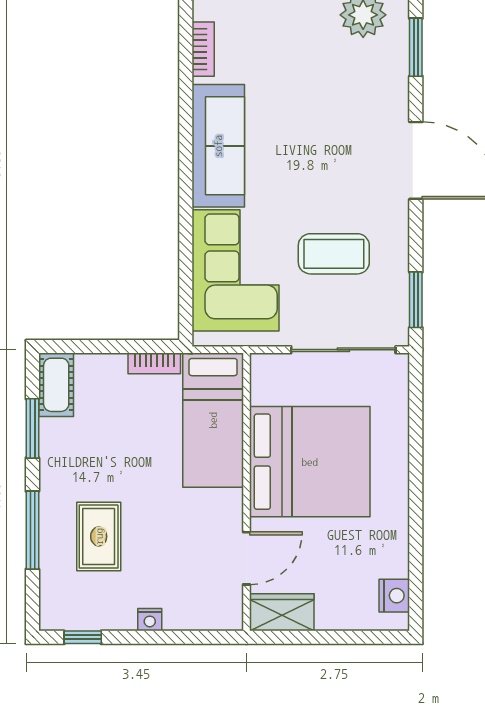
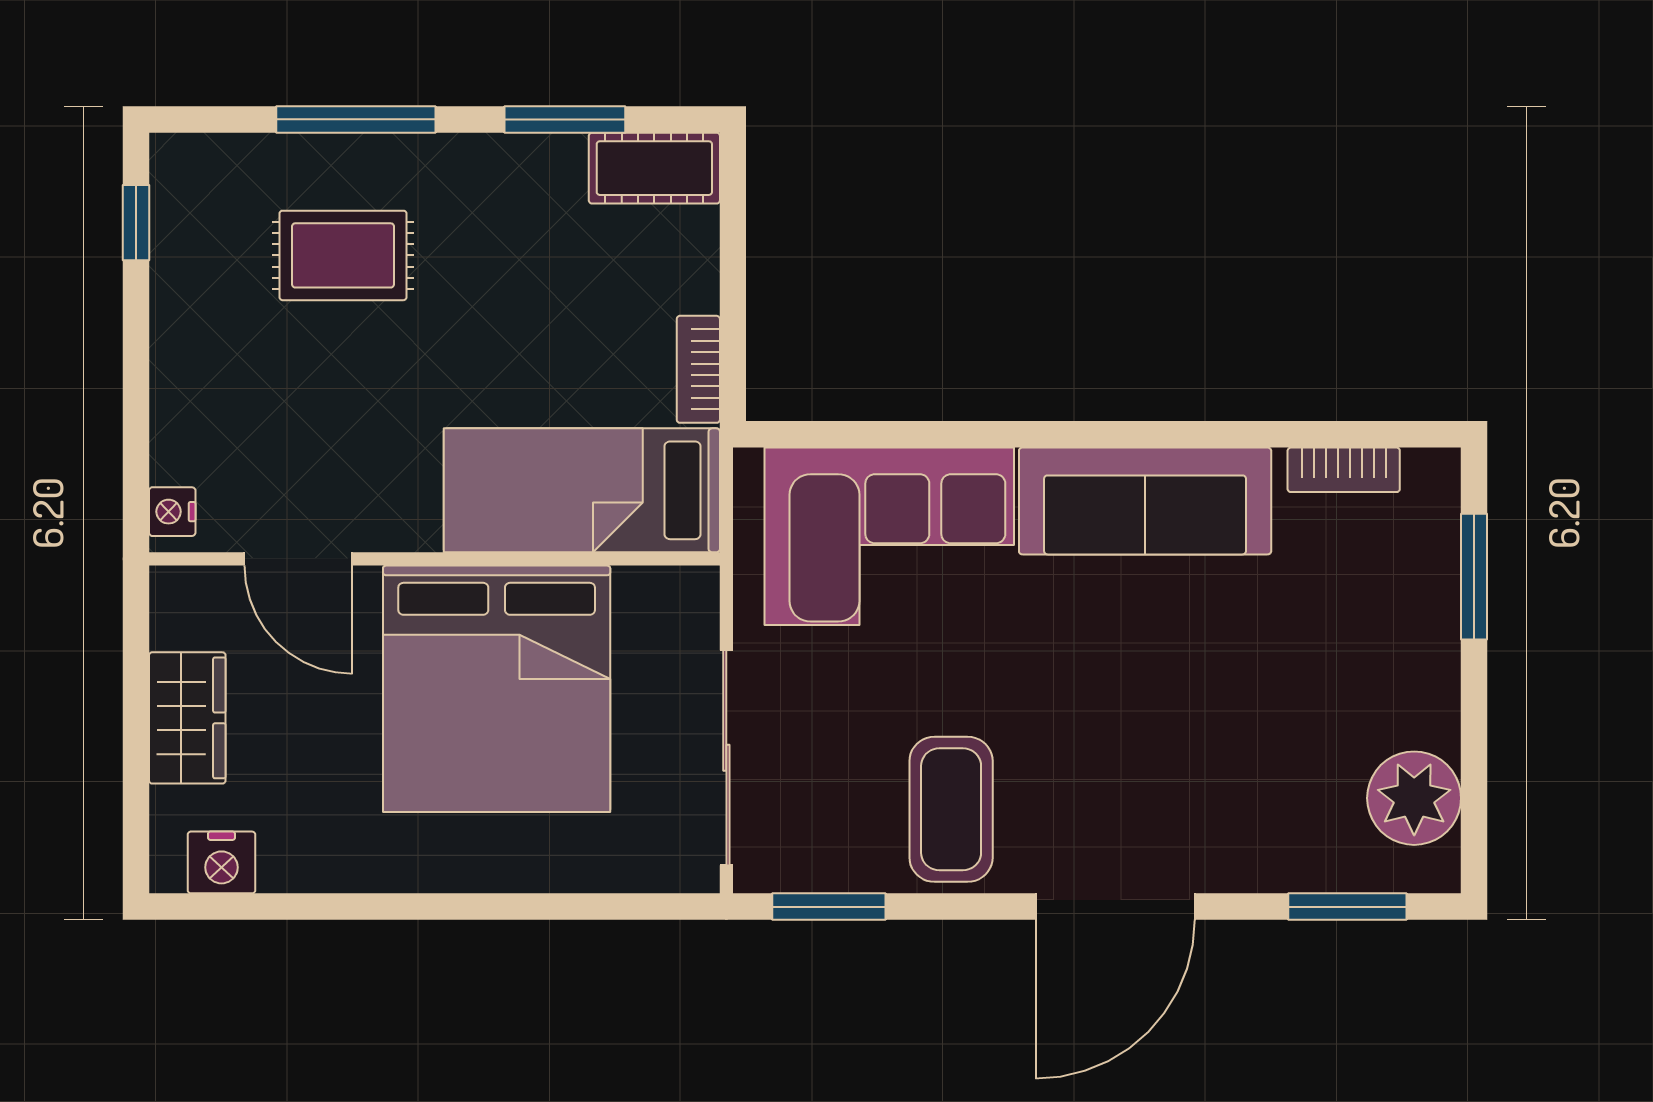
coffee table: (334, 254) -> (951, 809), moved
wardrobe: (282, 612) -> (187, 718), moved
nightstand: (150, 620) -> (172, 512), moved

